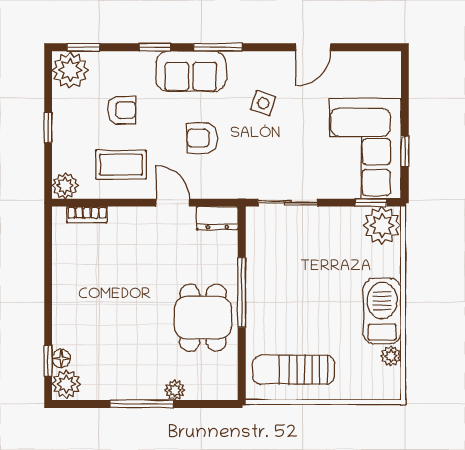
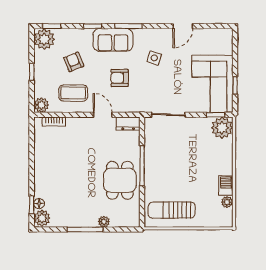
armchair: (122, 110) -> (74, 62), turned -112
barbecue: (382, 311) -> (226, 185), width x0.53, depth x0.65

